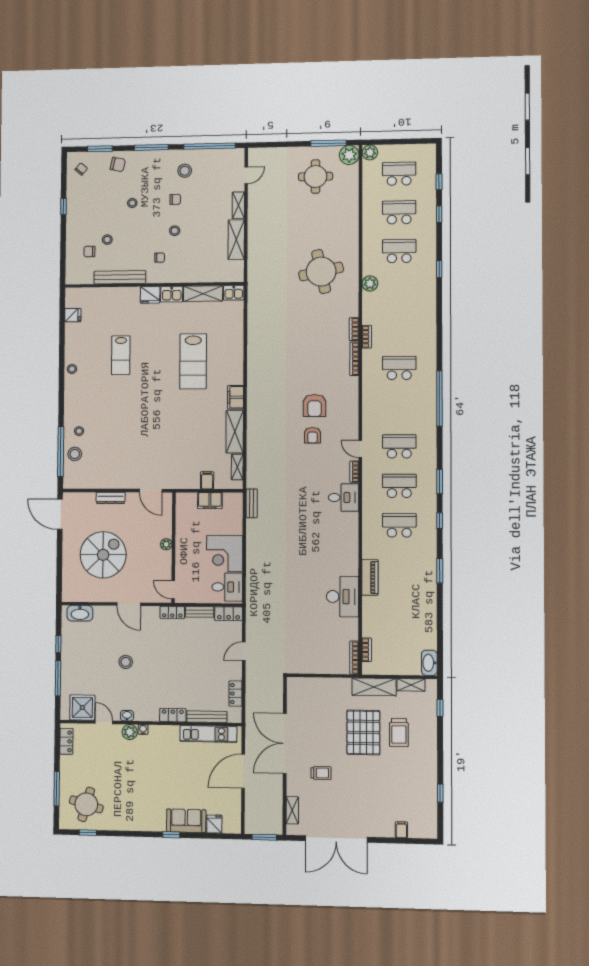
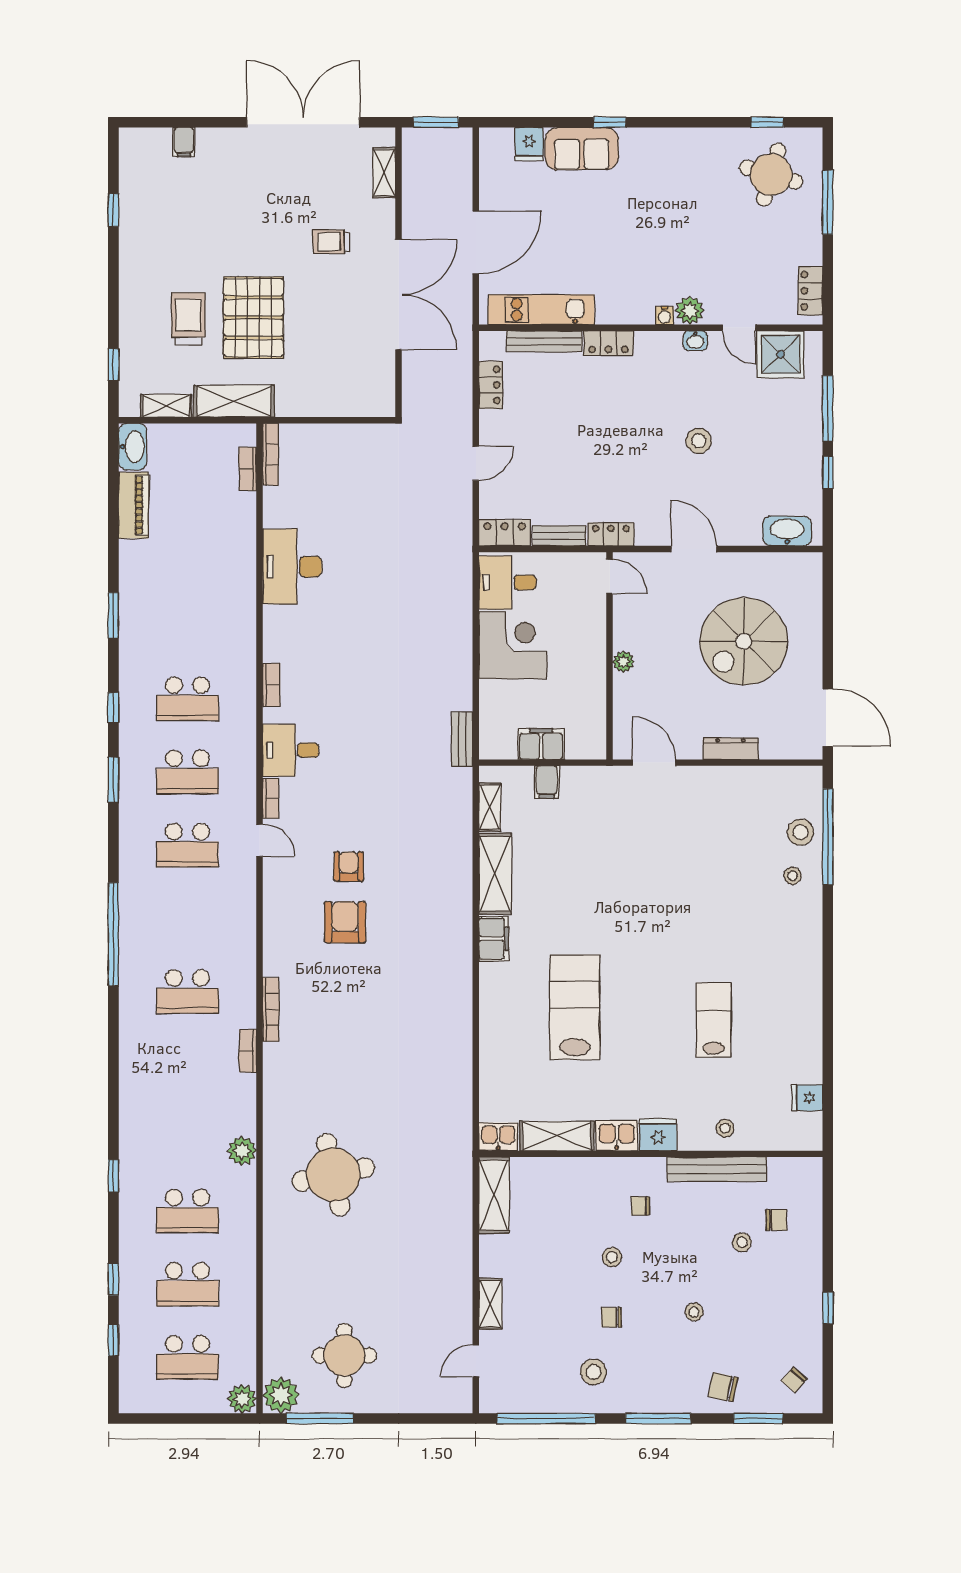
shelving: (236, 240) -> (494, 1195), moved
bookcase: (354, 329) -> (271, 685), moved
stool: (72, 369) -> (725, 1128), moved
piano: (370, 577) -> (133, 505), moved, turned 180

